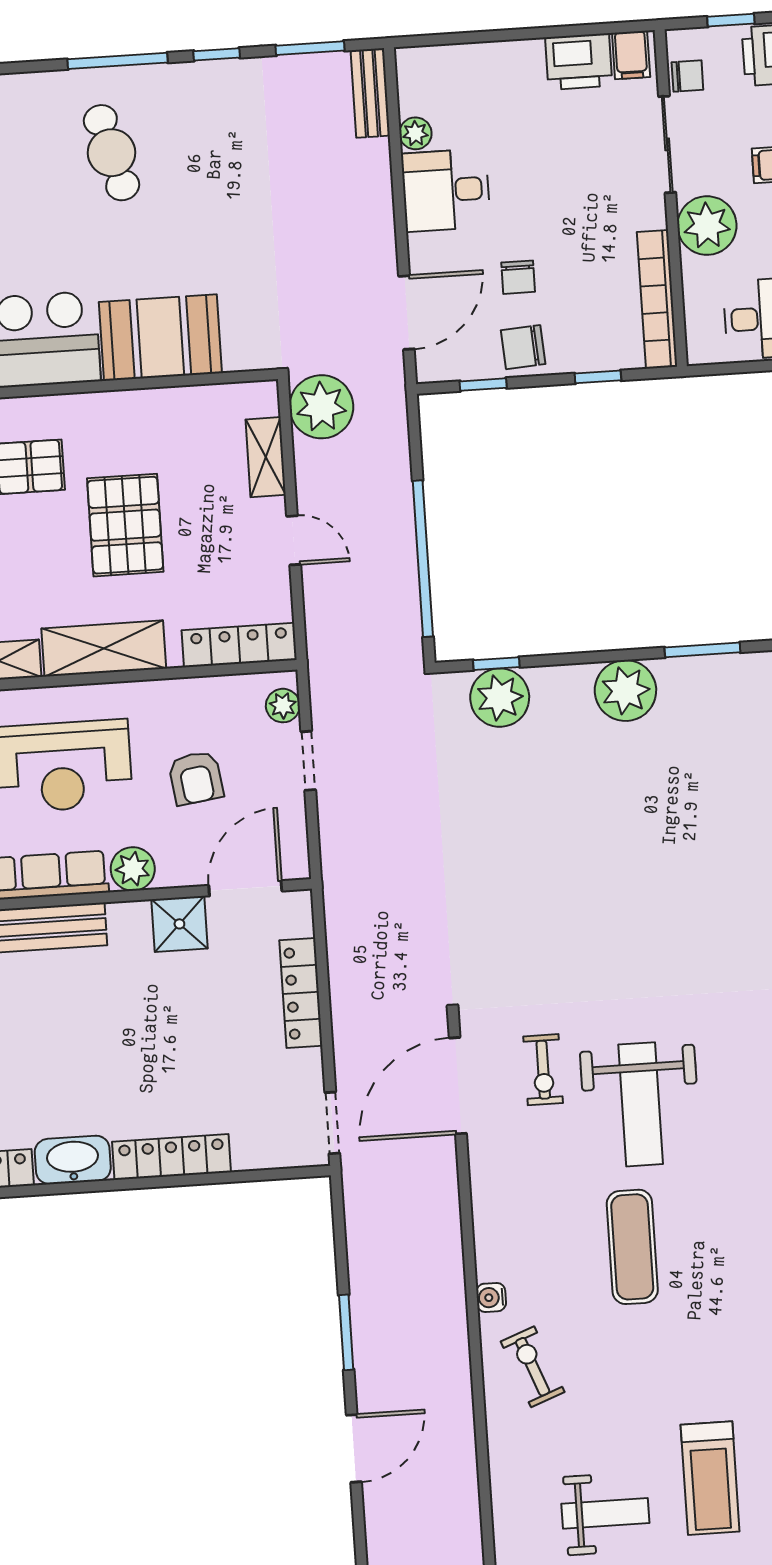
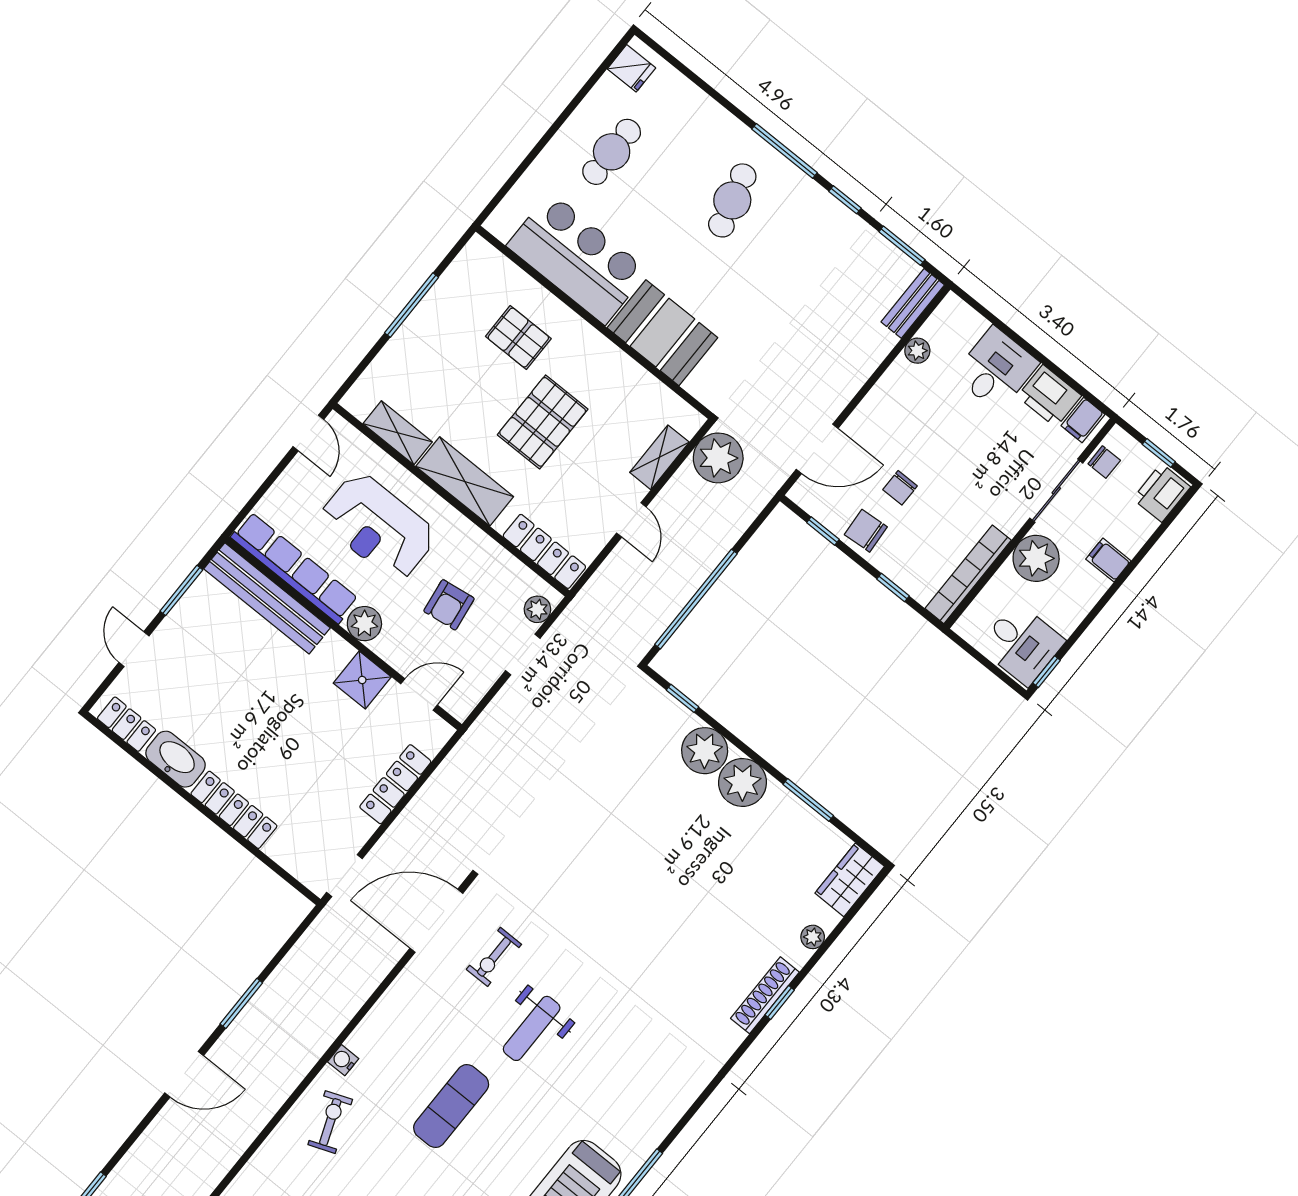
desk: (446, 190) -> (996, 369), moved, turned 90
plant: (500, 698) -> (705, 751), moved
door: (245, 888) -> (419, 694), width x0.73
weight bench: (641, 1104) -> (532, 1028), width x0.73, depth x0.75

